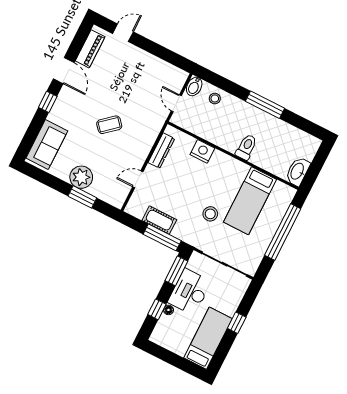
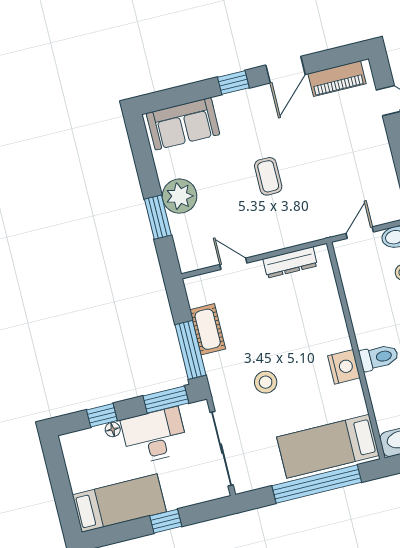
coffee table: (109, 125) -> (268, 176), turned 41
nightstand: (202, 151) -> (344, 367), moved
bed: (250, 201) -> (328, 446), moved

